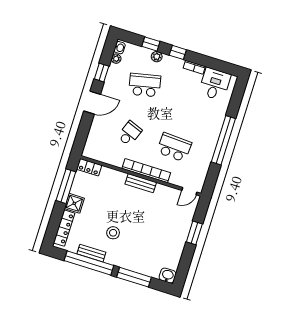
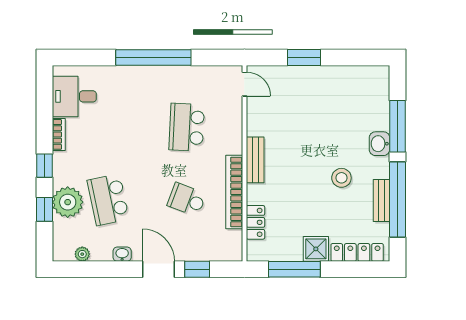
washbasin: (120, 48) -> (122, 254), moved
plant: (157, 57) -> (68, 202), width x1.88, depth x1.88
window: (102, 73) -> (197, 269), moved
locker: (89, 167) -> (255, 222), moved
bookcase: (146, 171) -> (234, 192), moved
washbasin: (168, 276) -> (379, 144), moved

